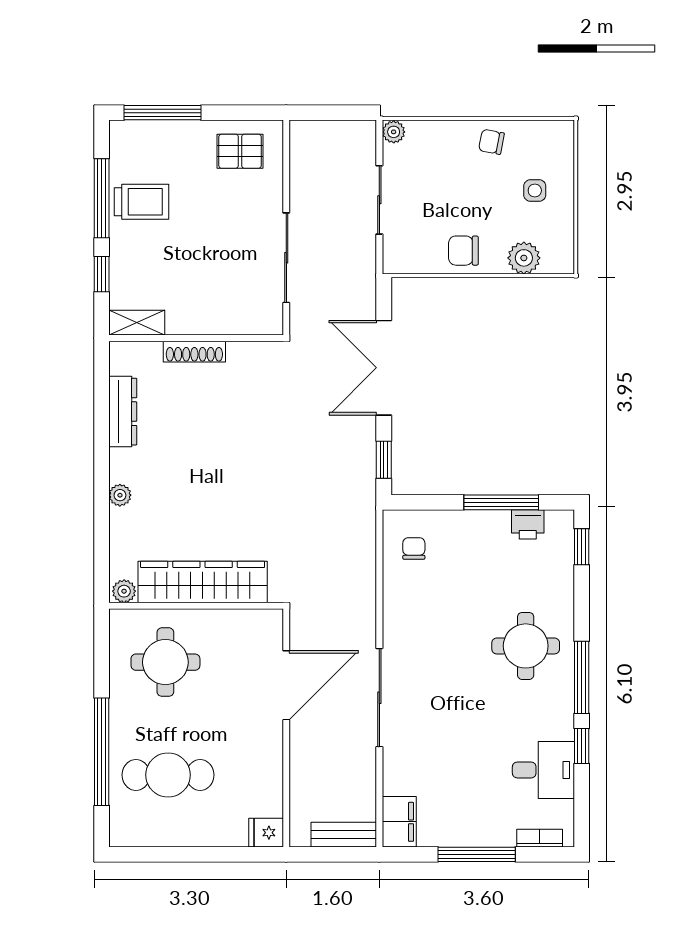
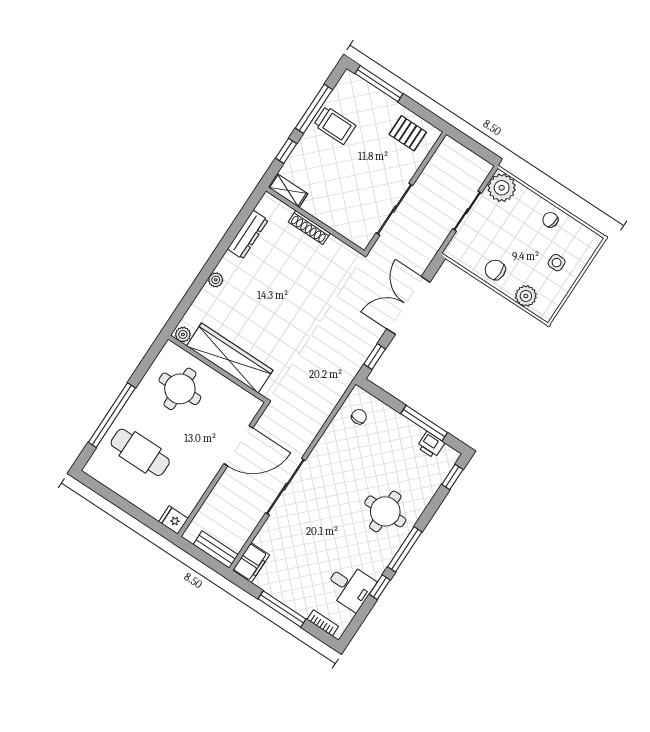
plant: (394, 132) -> (502, 188), width x1.88, depth x1.88

